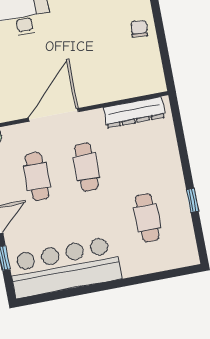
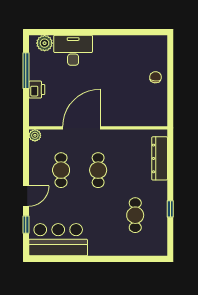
dresser: (134, 112) -> (160, 158), moved, turned 90
bar counter: (65, 267) -> (58, 240), width x0.73

